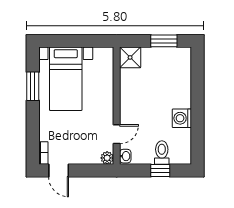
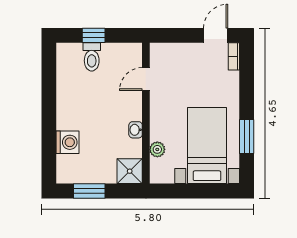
washing machine: (182, 118) -> (67, 142), moved
washbasin: (125, 156) -> (136, 130), moved
plant: (107, 158) -> (157, 149), moved
door: (59, 170) -> (216, 35), hinge flipped

